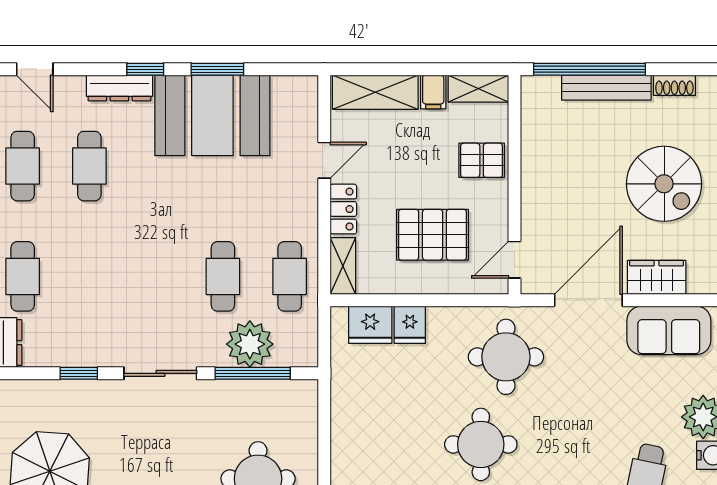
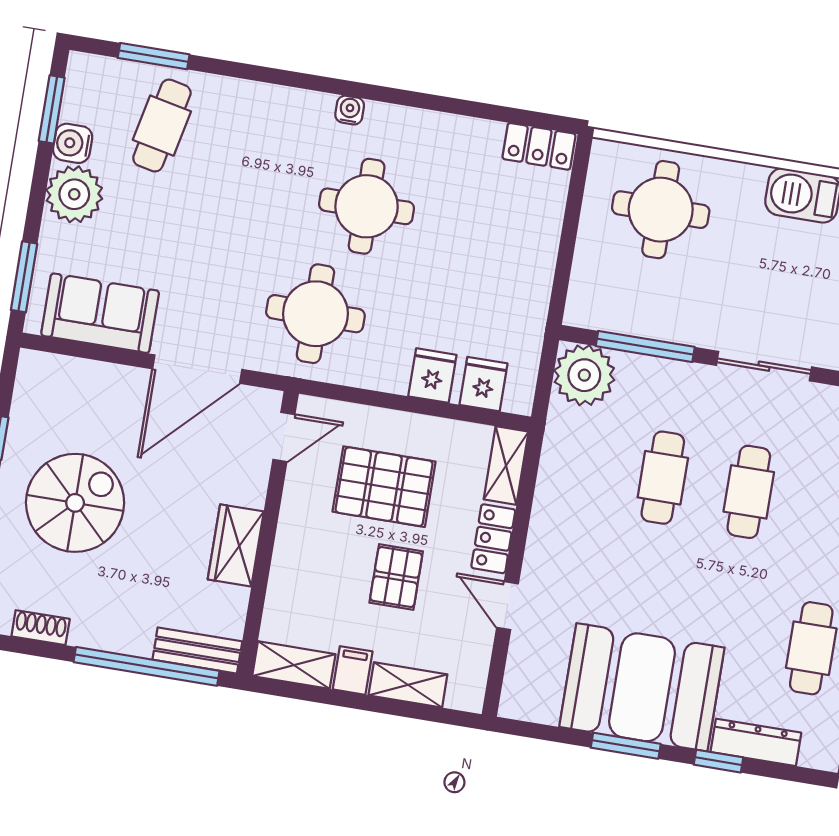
bench: (606, 88) -> (197, 650), moved, width x0.73
shelving: (375, 92) -> (408, 685), width x0.67, depth x0.75
door: (324, 160) -> (507, 606), hinge flipped
pallet: (482, 160) -> (396, 577), moved, turned 90
spiral stairs: (664, 184) -> (75, 503), turned 90
cafe table: (290, 276) -> (749, 492), moved
wardrobe: (657, 277) -> (236, 545), moved, turned 90
fridge: (370, 325) -> (483, 384), width x0.72
plant: (250, 344) -> (584, 375), moved

